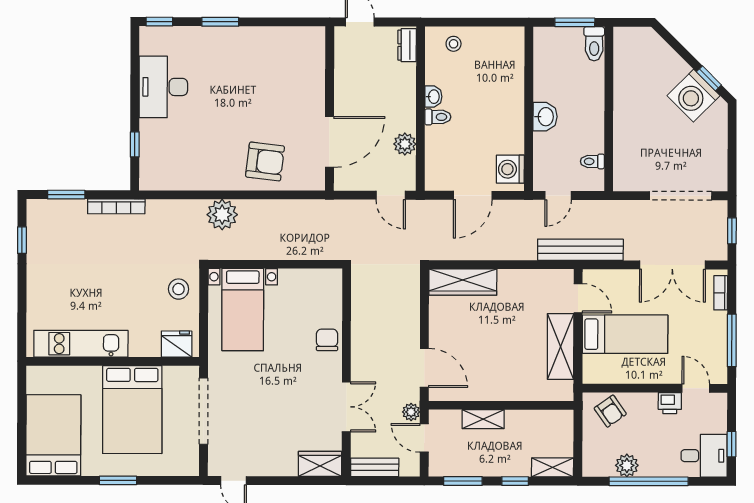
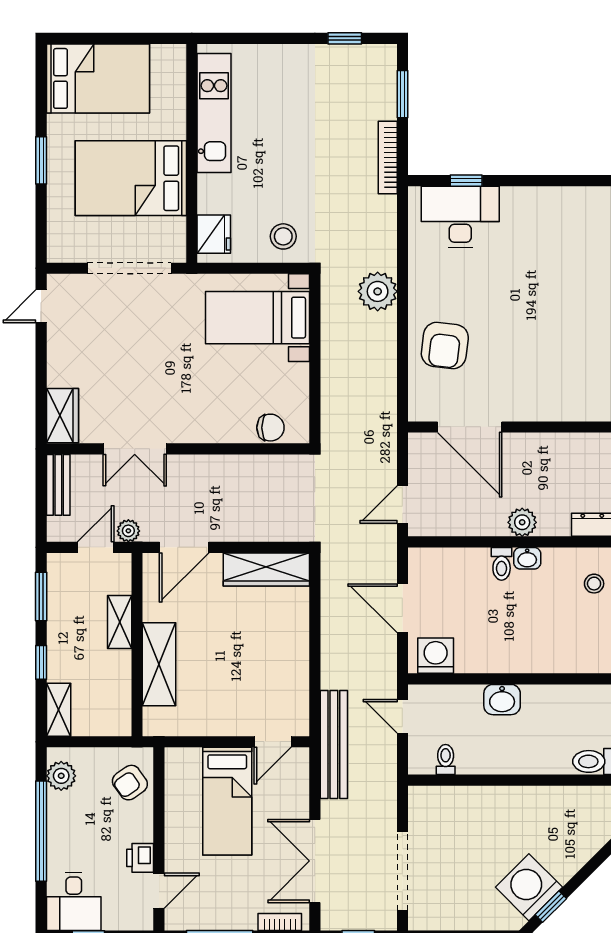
desk: (163, 87) -> (460, 217), moved
plant: (405, 144) -> (522, 522), moved
wardrobe: (463, 282) -> (266, 569), moved, turned -90
chair: (327, 340) -> (270, 428), moved
shelving: (561, 347) -> (159, 664), moved, turned 90
plant: (627, 465) -> (61, 776), moved

